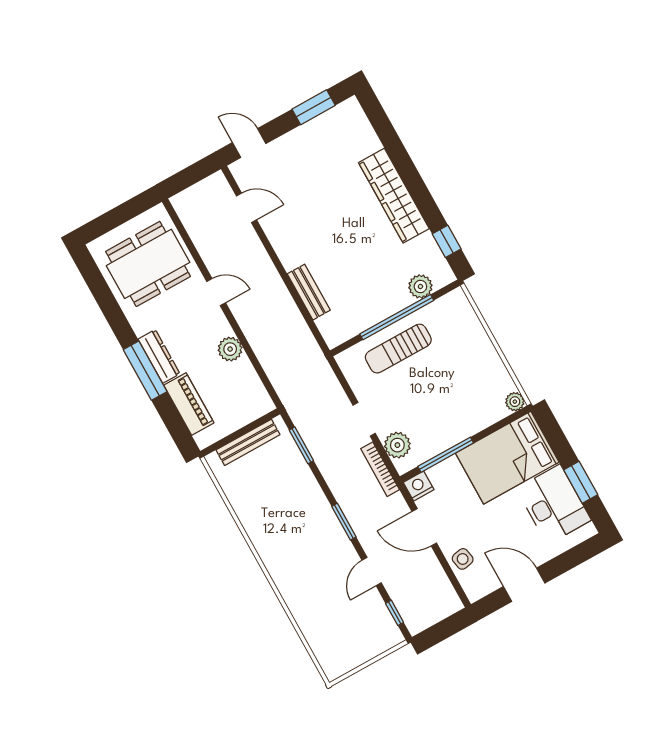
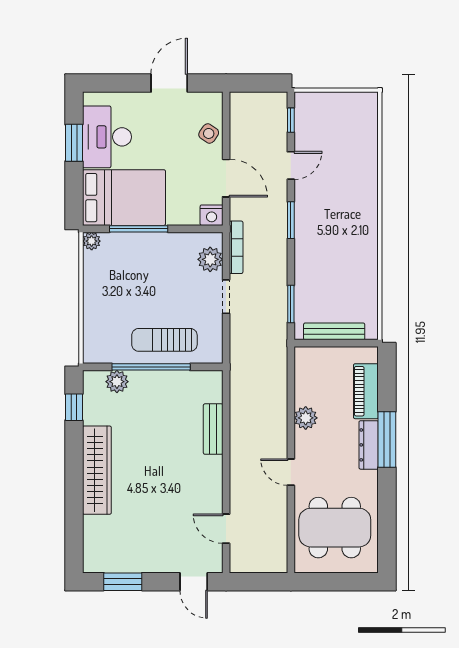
sun lounger: (398, 349) -> (164, 340), turned 180
window: (446, 455) -> (139, 229), moved
side table: (463, 559) -> (209, 133), turned 45
door: (524, 585) -> (169, 83), swing flipped

